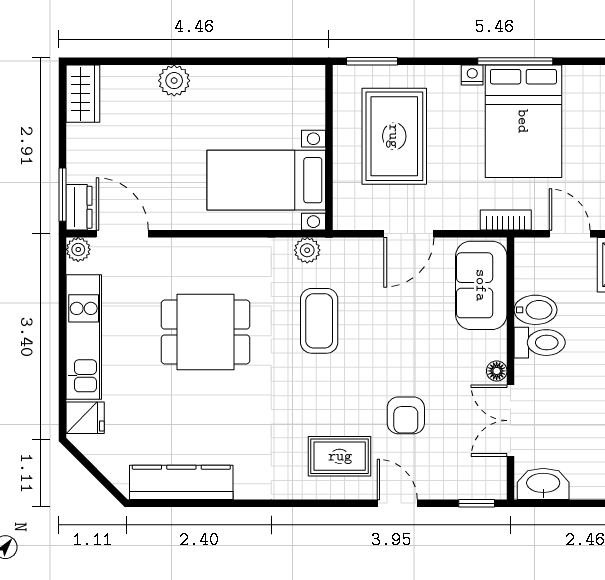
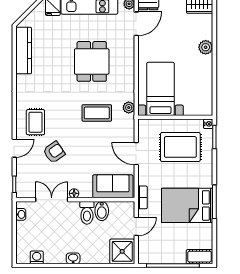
nightstand: (472, 75) -> (208, 124), moved
armchair: (406, 415) -> (54, 152), turned 145
washbasin: (543, 484) -> (21, 214), width x0.52, depth x0.69

